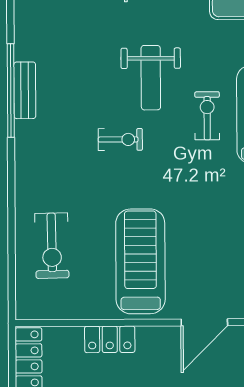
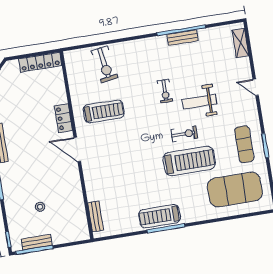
exercise bike: (52, 246) -> (104, 64), turned -98
treadmill: (140, 261) -> (104, 111), width x0.73, depth x0.73
locker: (110, 339) -> (63, 118), moved

